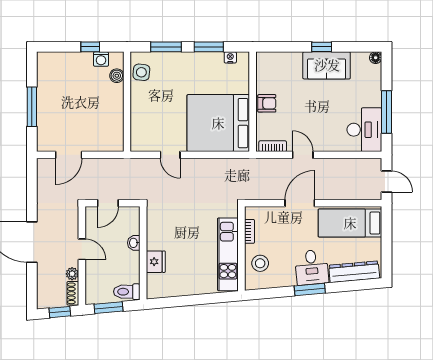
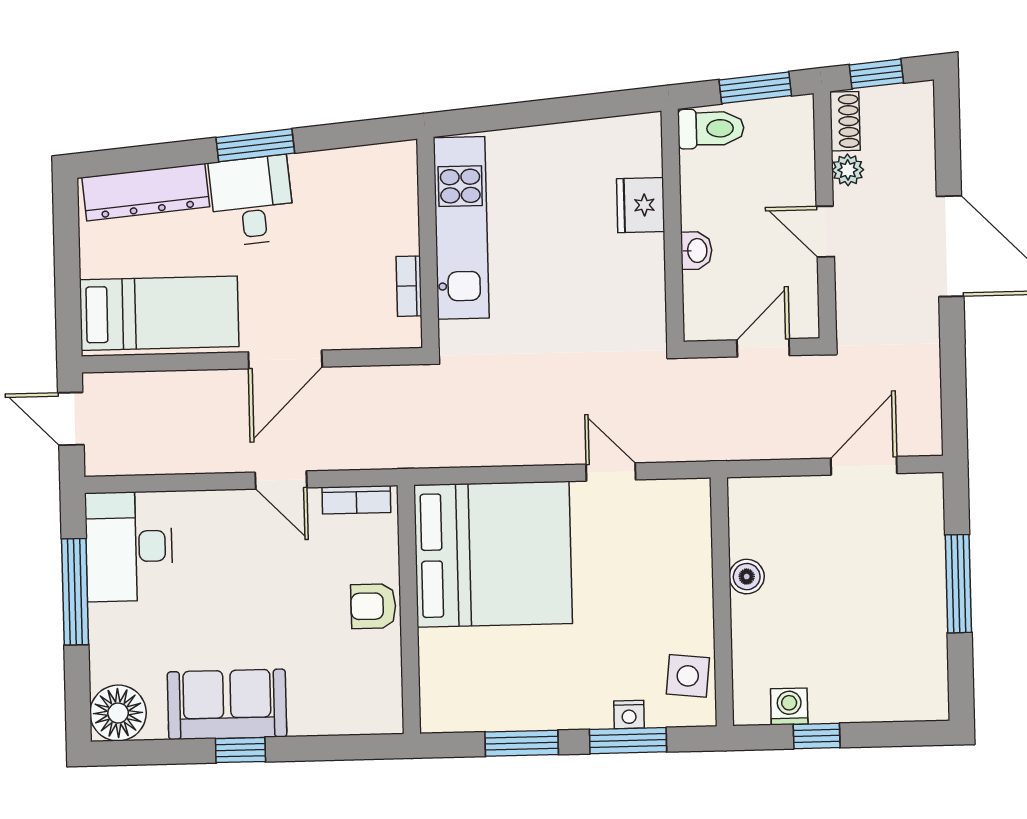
nightstand: (230, 57) -> (629, 714), moved
floor lamp: (376, 58) -> (118, 713), width x1.89, depth x1.89
boiler: (117, 76) -> (747, 577), moved
stool: (260, 263) -> (380, 207), removed

